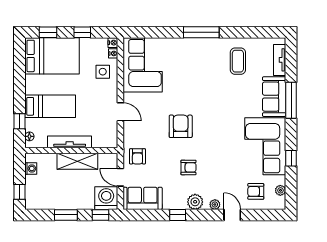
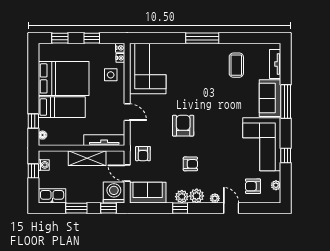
bed: (52, 56) -> (64, 78), moved
tv unit: (70, 142) -> (104, 140), moved
window: (20, 192) -> (33, 171), moved
kitchen sink: (40, 202) -> (52, 196), added
plant: (179, 203) -> (182, 197), added

